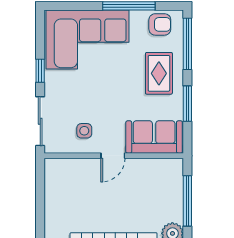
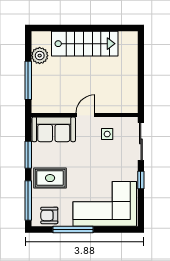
rug: (159, 73) -> (50, 178), turned 90

